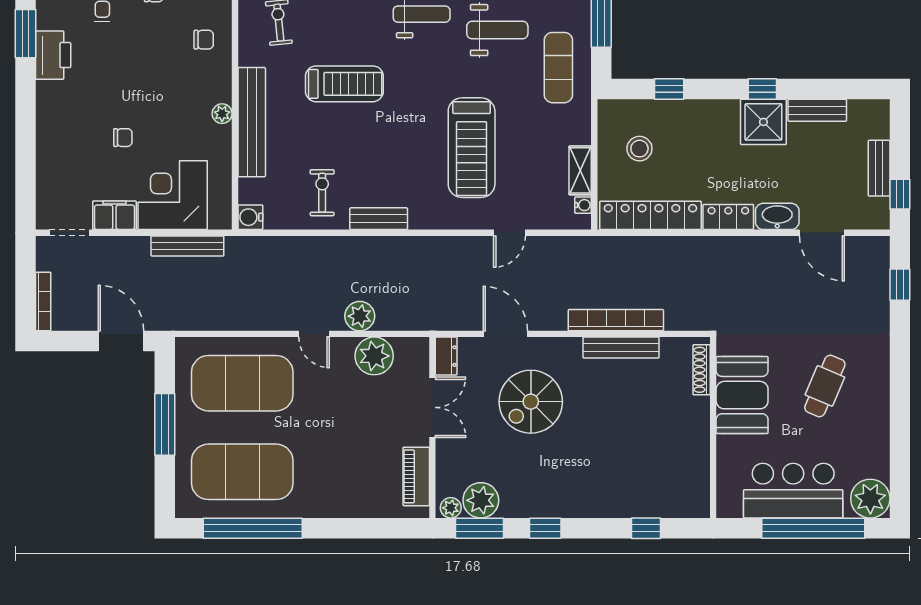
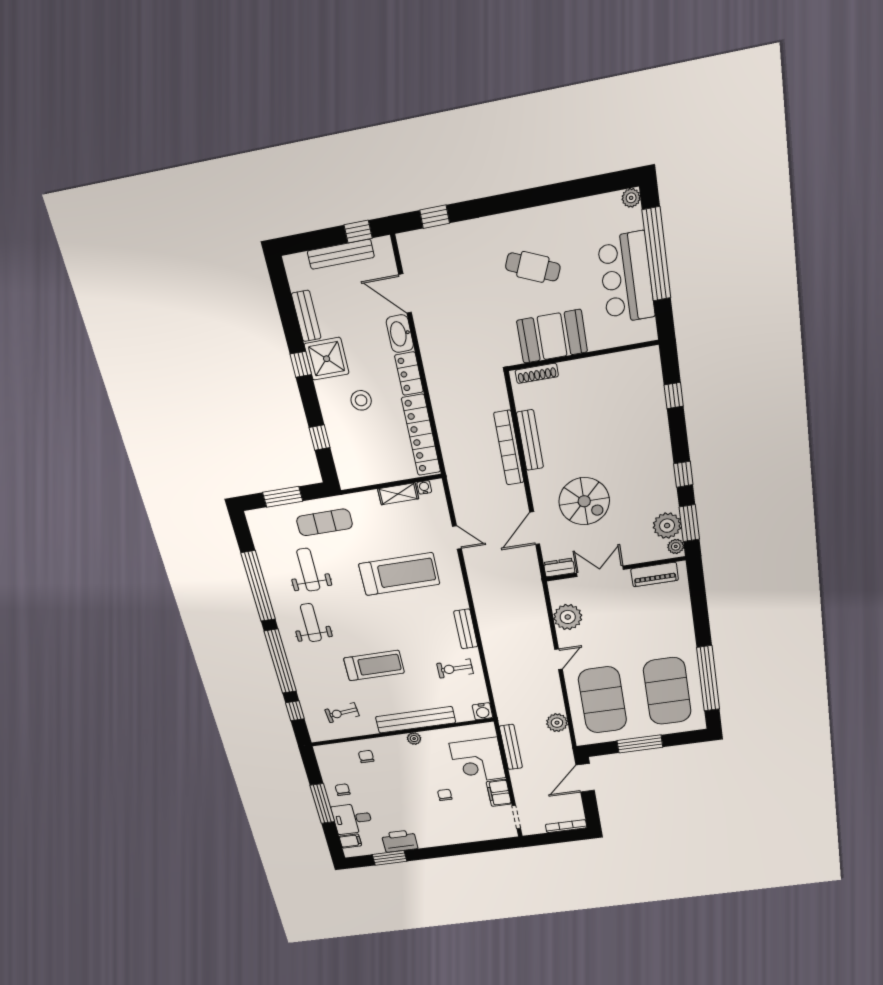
treadmill: (344, 84) -> (374, 665), turned 90
stool: (639, 149) -> (361, 400), moved
bench: (879, 168) -> (341, 254), width x1.36
door: (822, 233) -> (405, 294), swing flipped
plant: (360, 316) -> (557, 723), moved
plant: (870, 499) -> (631, 198), width x0.53, depth x0.53

